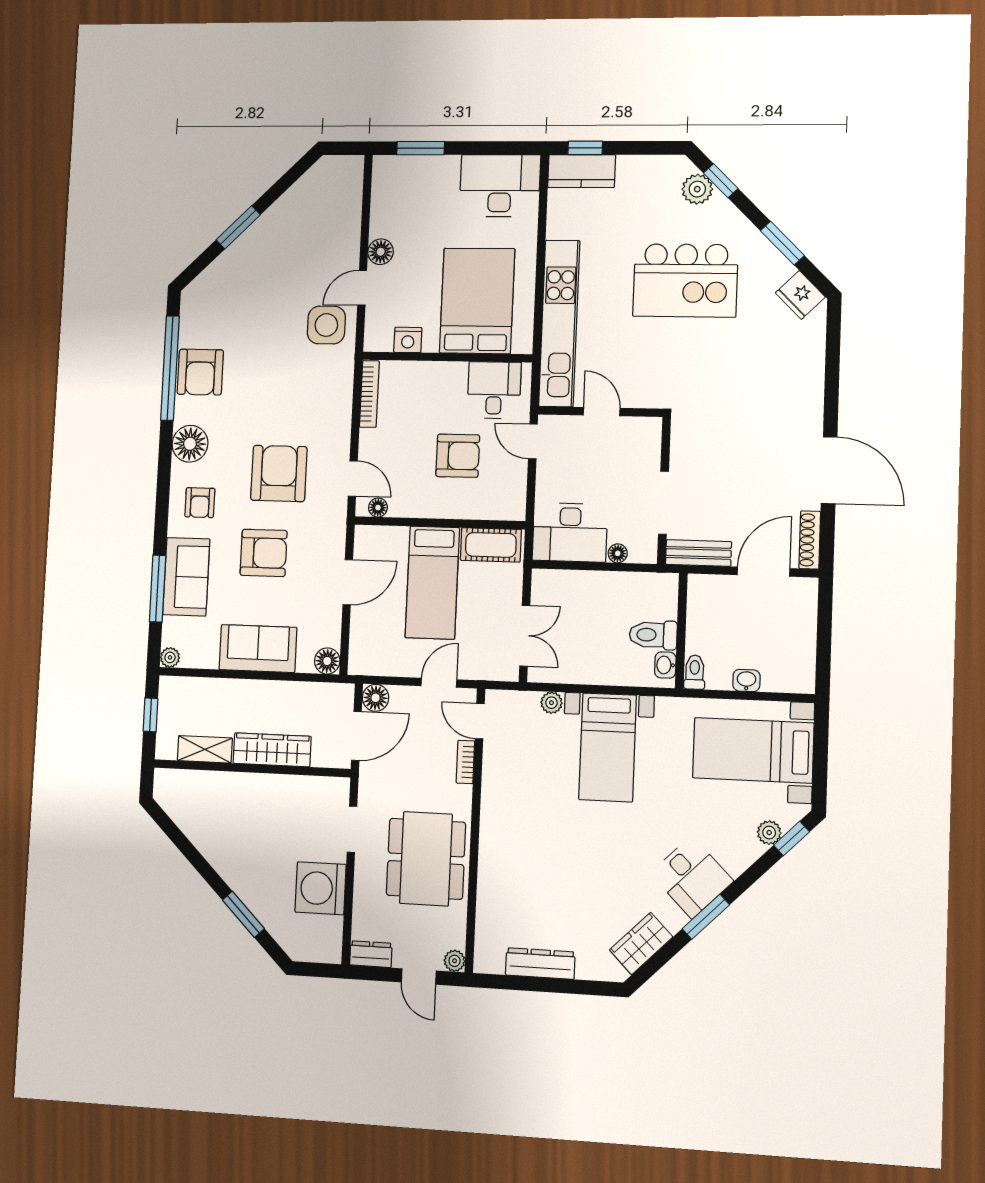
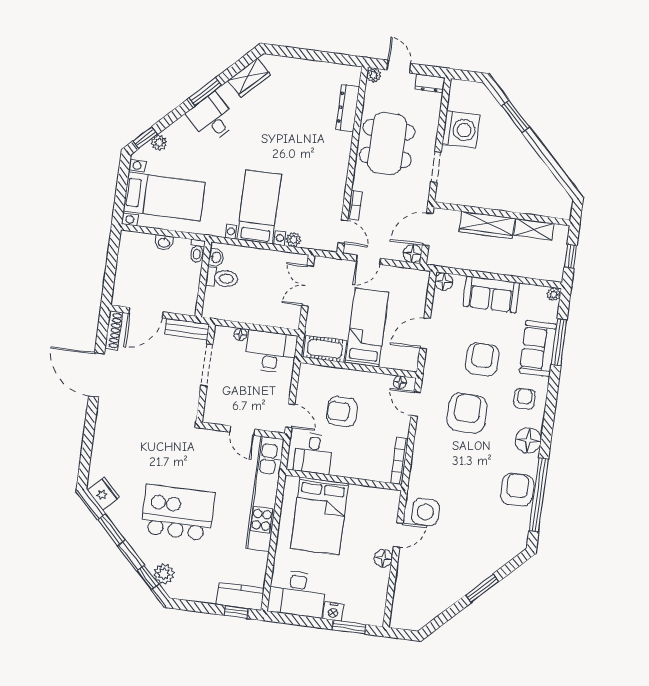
nightstand: (408, 340) -> (333, 611), moved, turned 180
armchair: (279, 473) -> (467, 413), turned 180
armchair: (264, 553) -> (482, 359), turned 90
dresser: (540, 963) -> (348, 108), moved, turned 90

